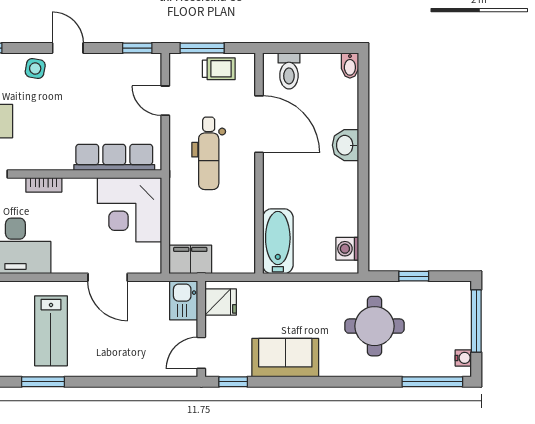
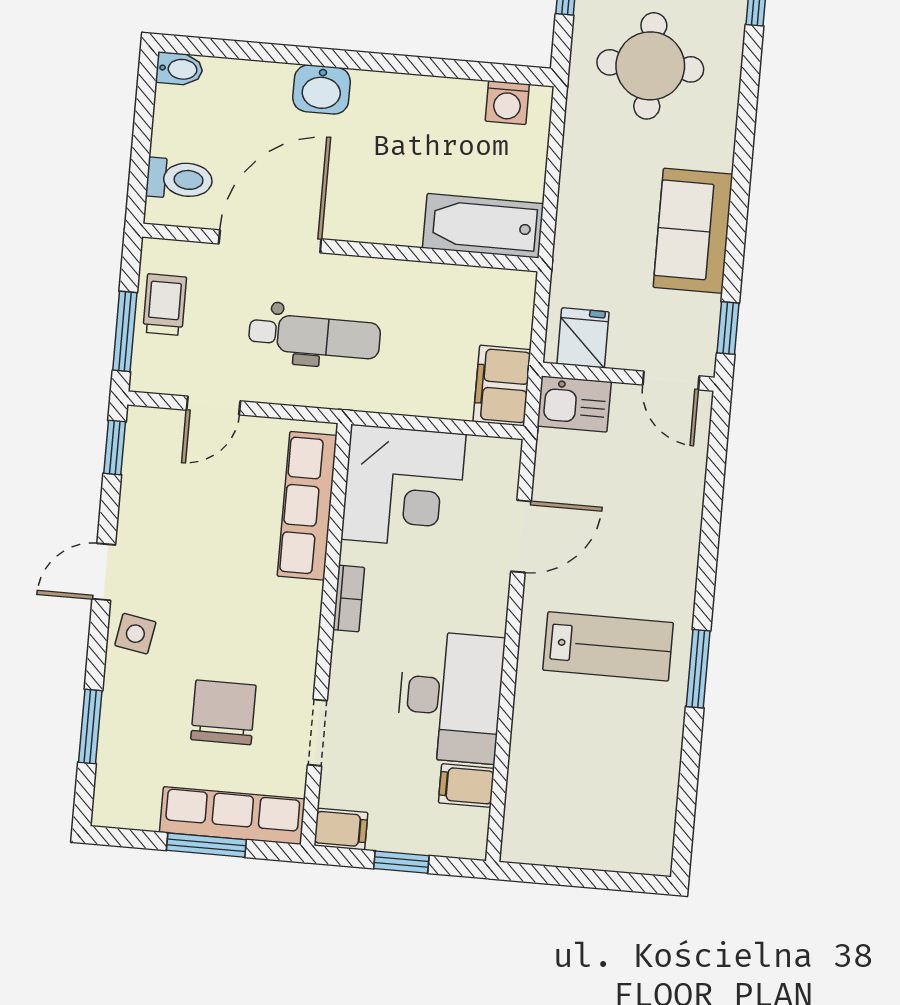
bookcase: (44, 185) -> (349, 598), moved

